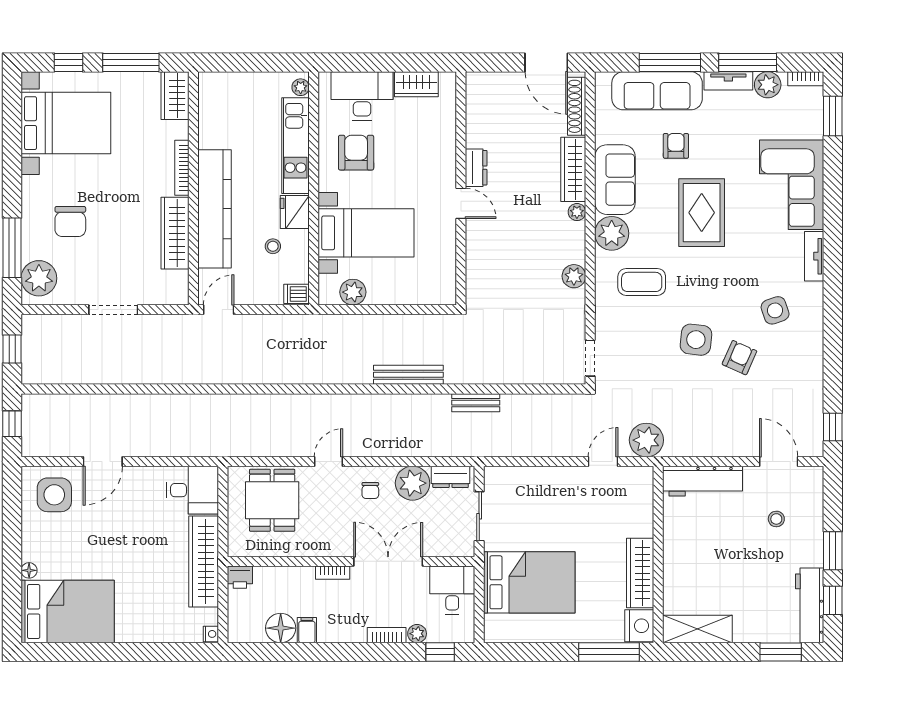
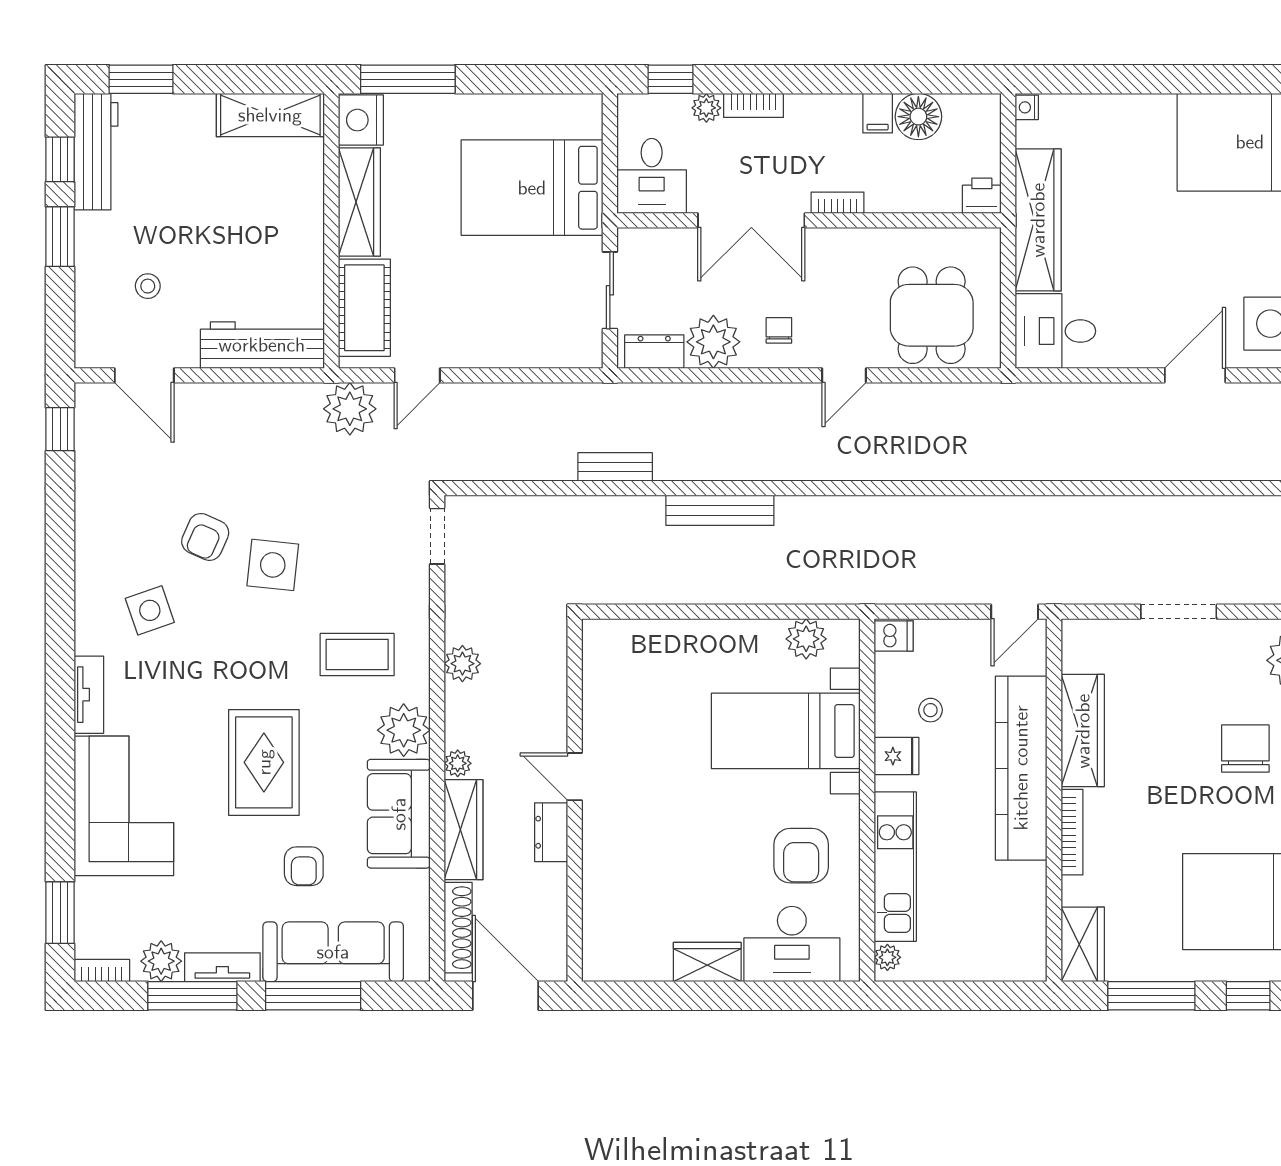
dresser: (476, 168) -> (551, 832), moved
wall: (461, 188) -> (575, 800), moved
door: (461, 203) -> (575, 777), moved
fridge: (295, 212) -> (897, 756), width x0.72
cot: (637, 505) -> (364, 308), added

